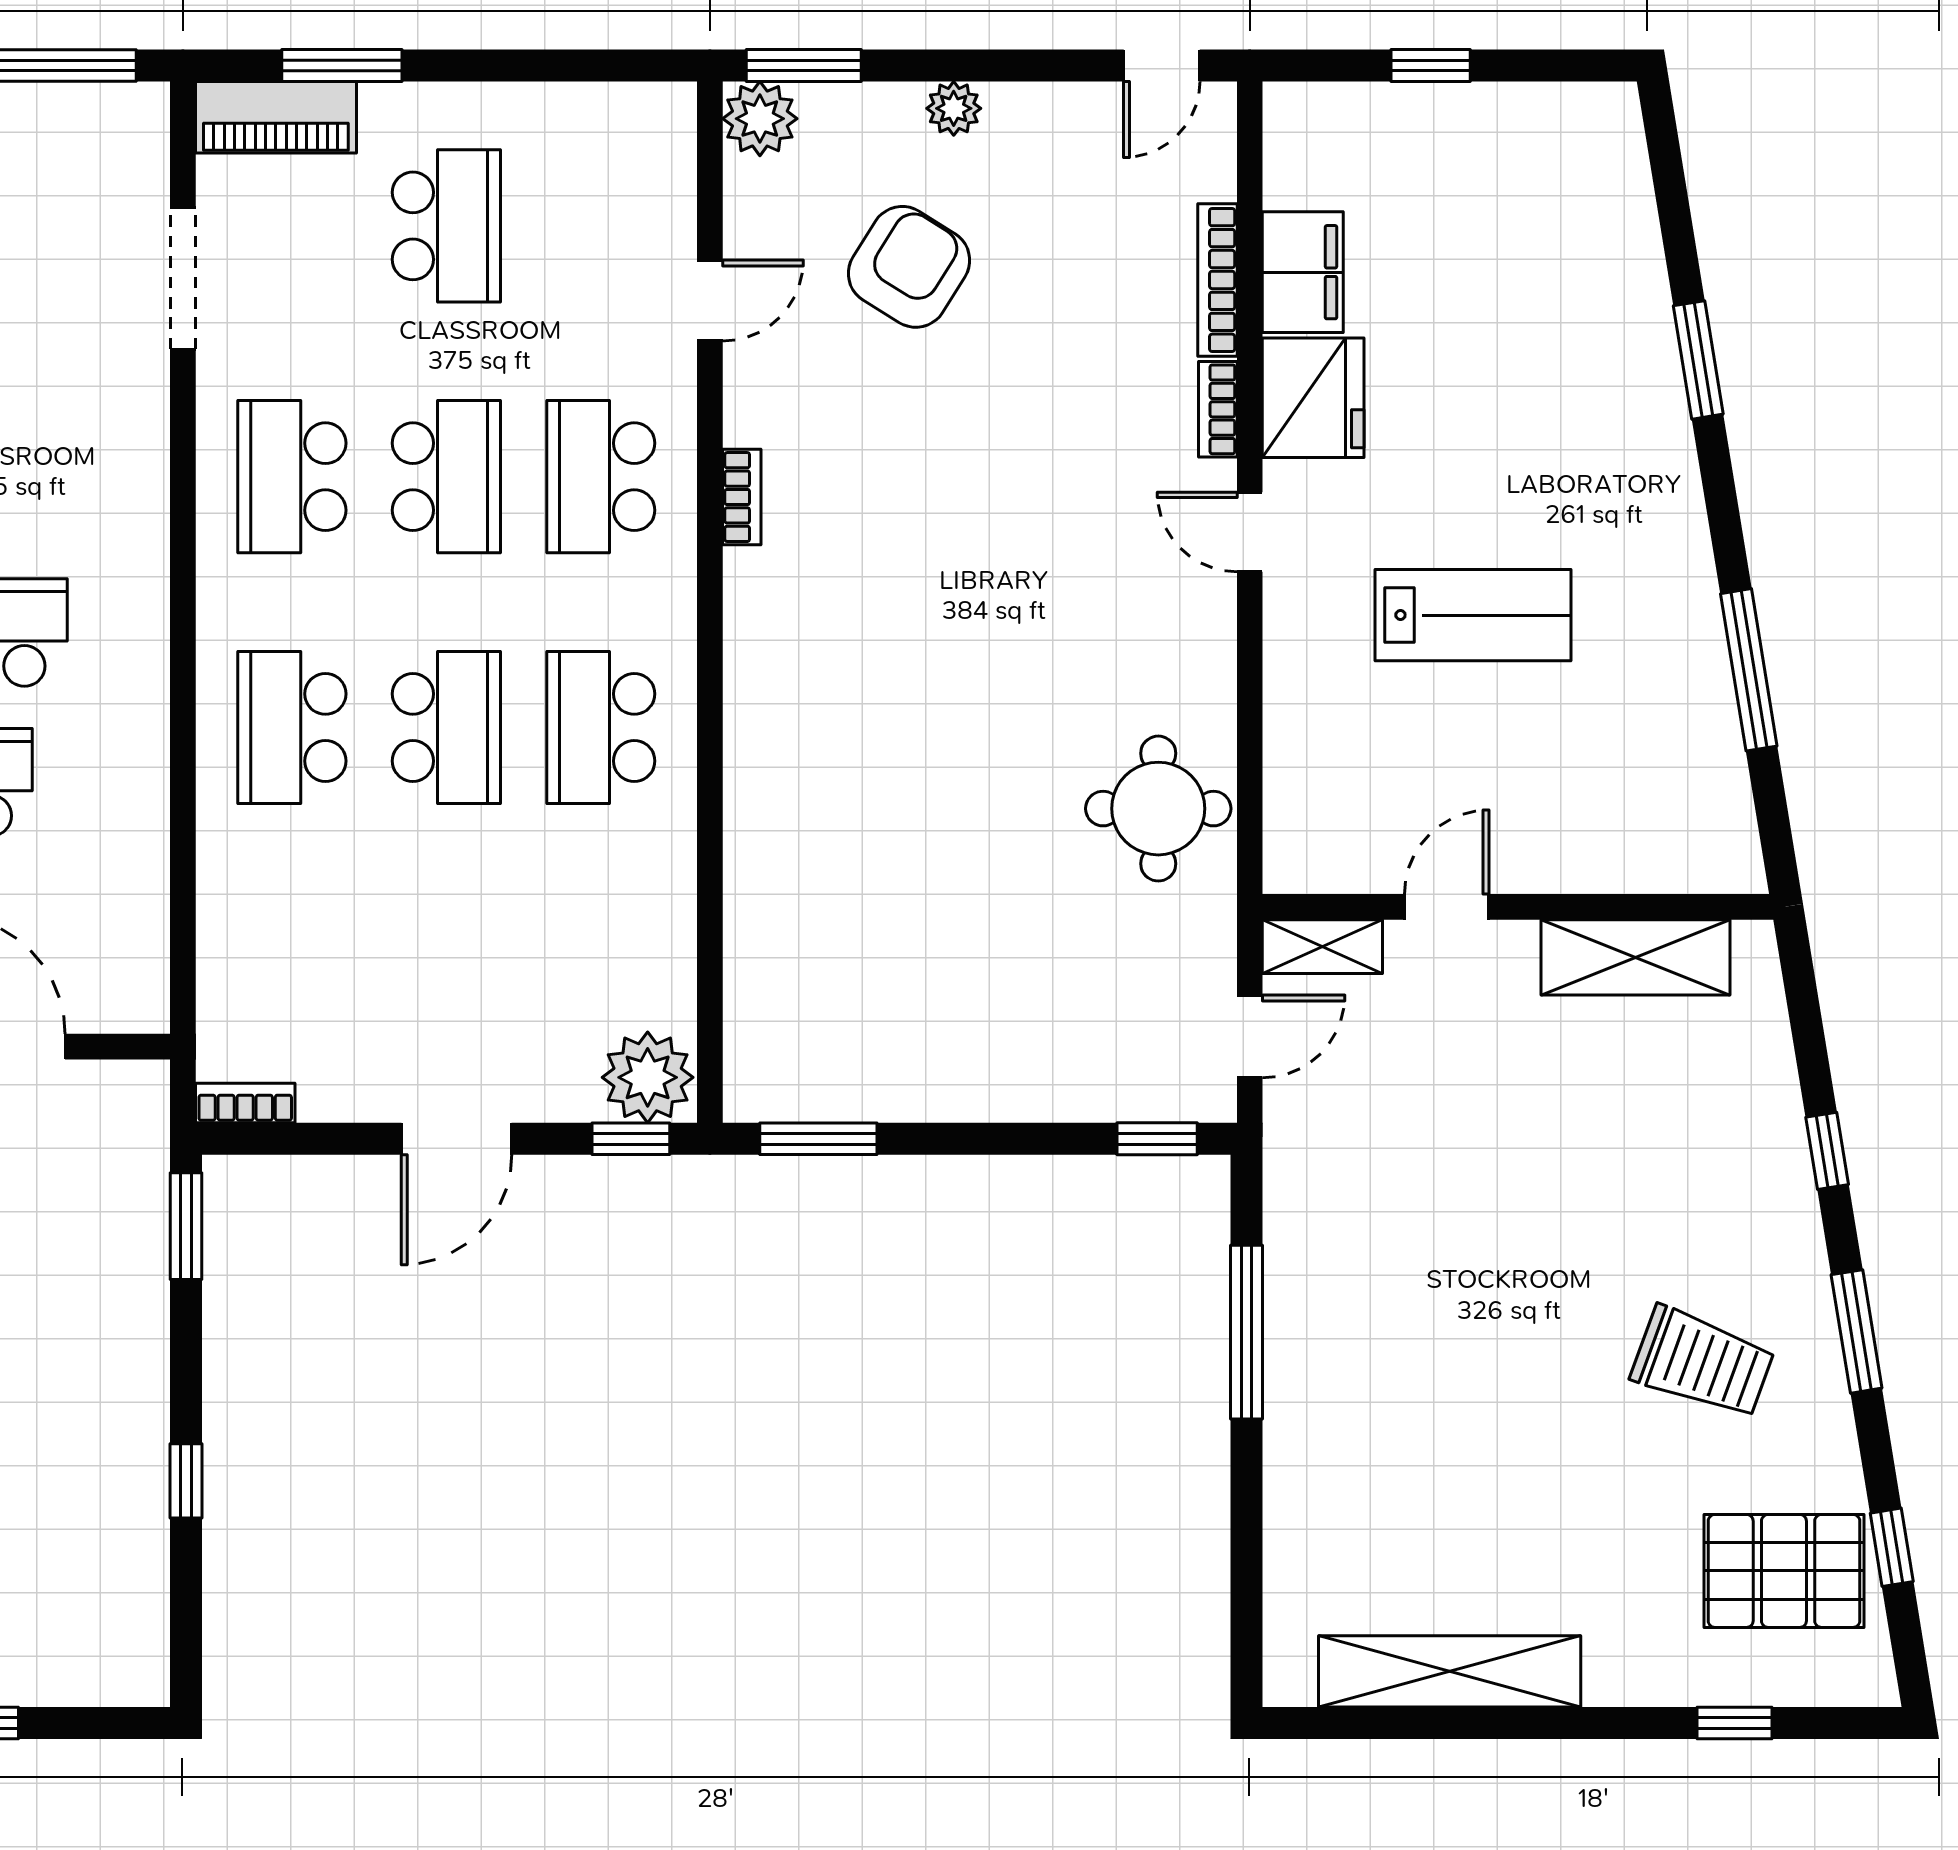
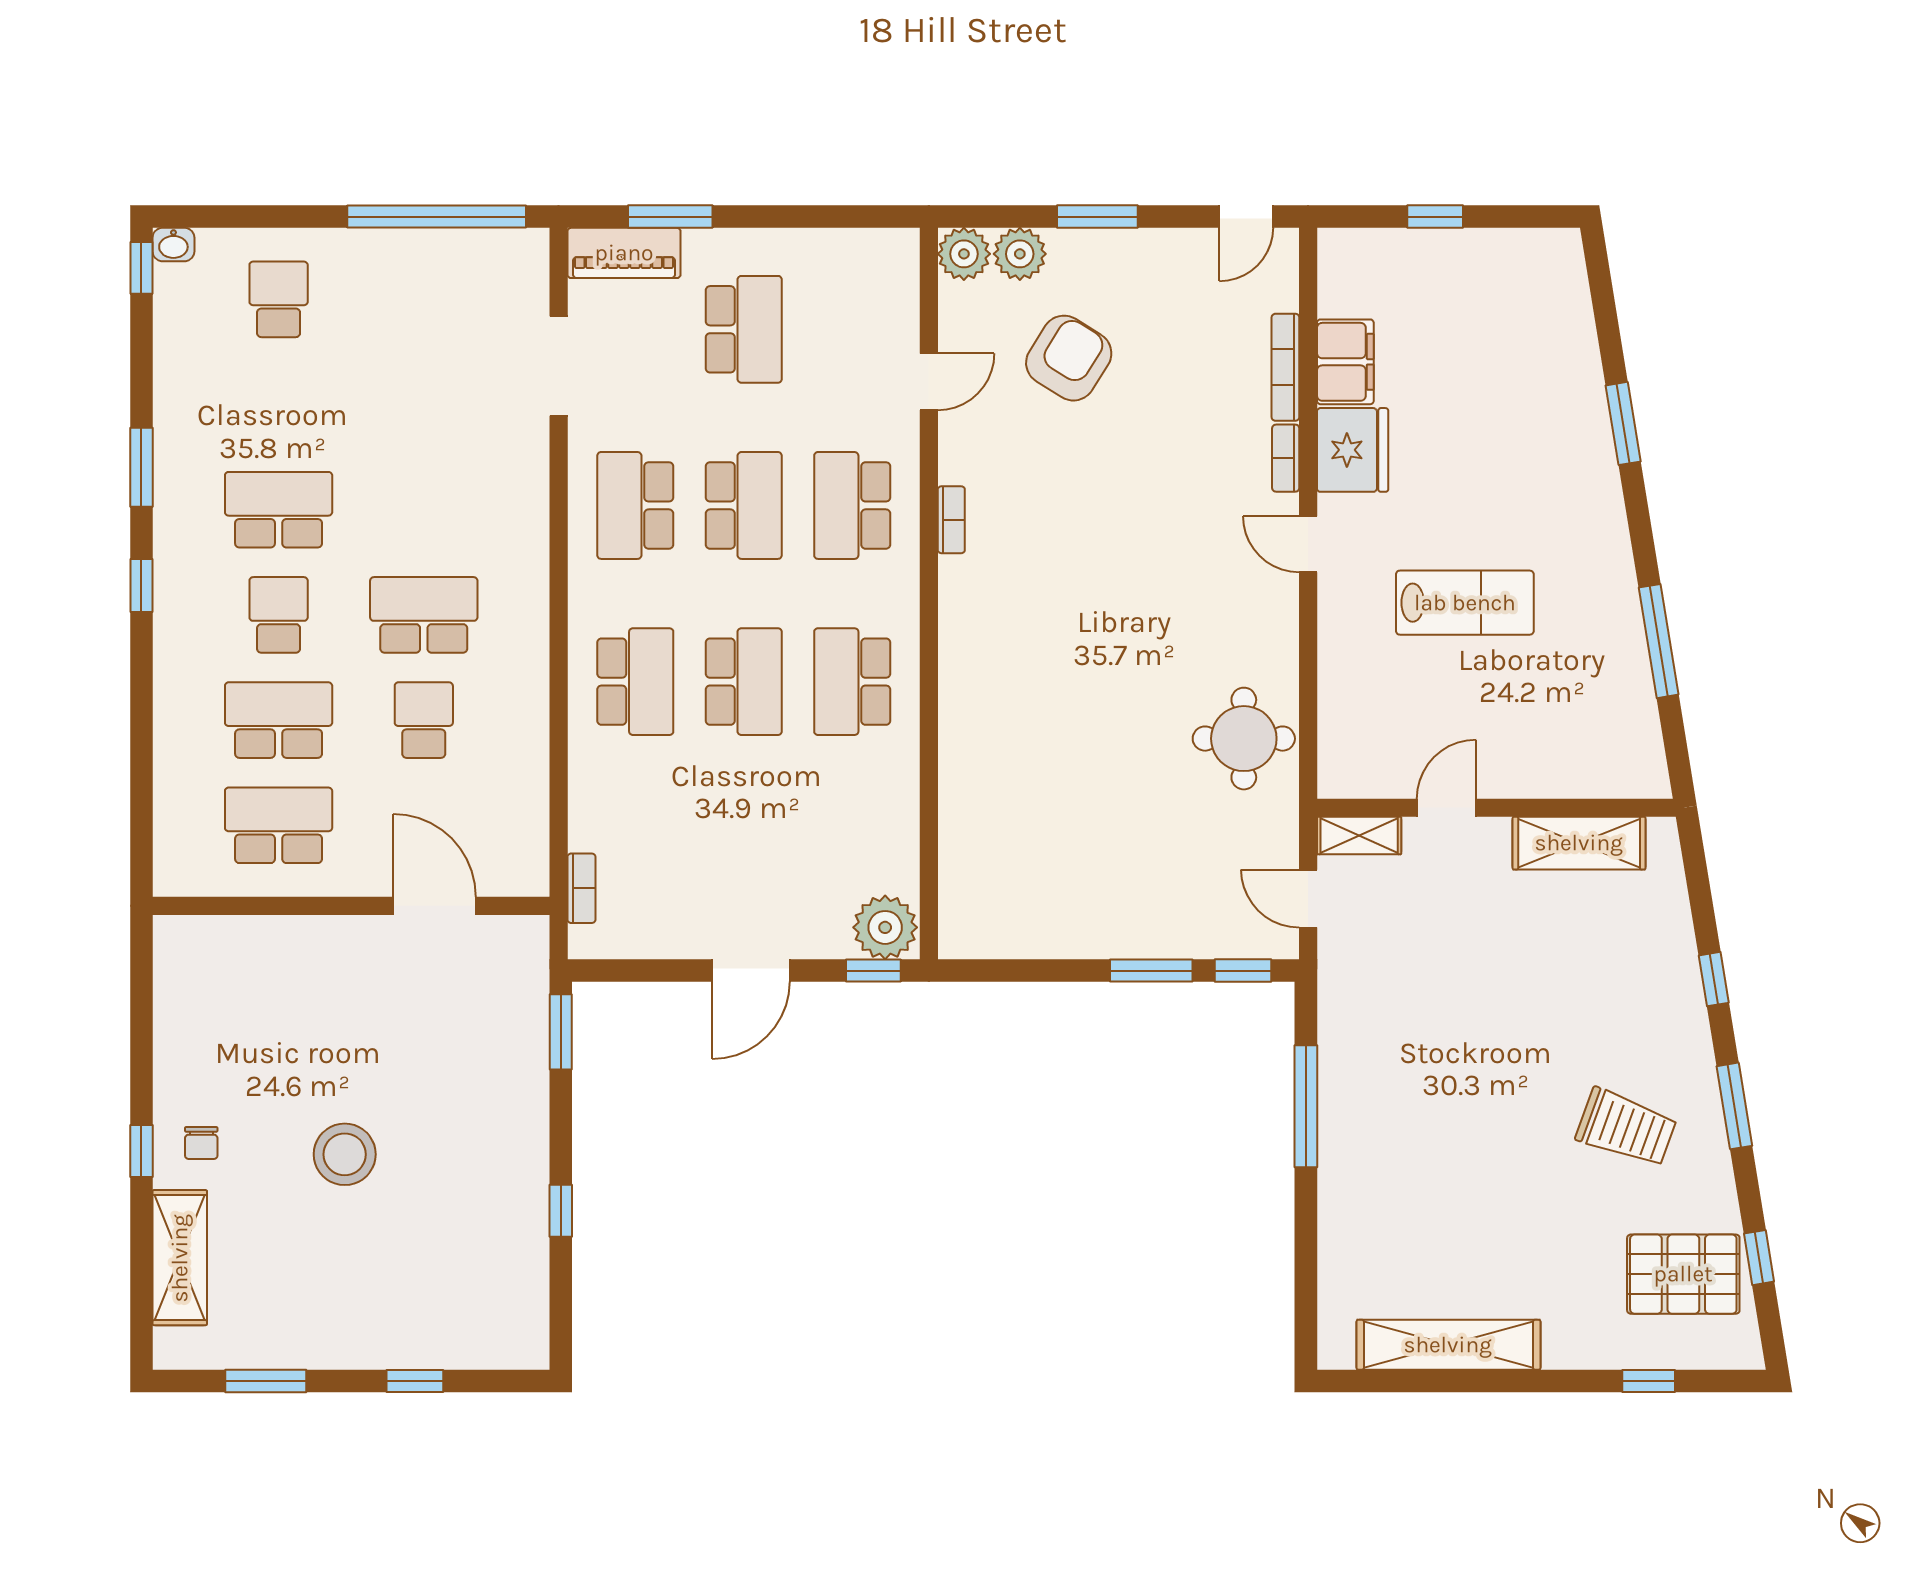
window: (804, 65) -> (1097, 217), moved
plant: (954, 108) -> (1020, 254), moved, width x1.38, depth x1.38
school desk: (292, 727) -> (635, 682), turned 180
door: (1250, 1036) -> (1308, 899), swing flipped
bookcase: (245, 1103) -> (581, 888), moved, turned 90
window: (818, 1139) -> (1151, 971), moved

